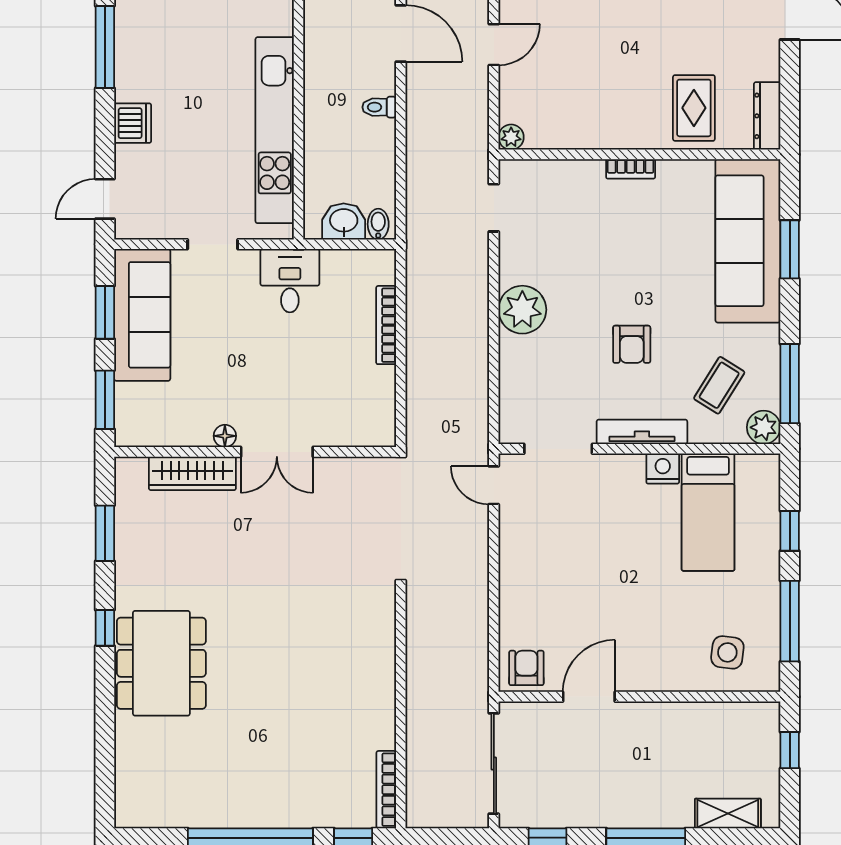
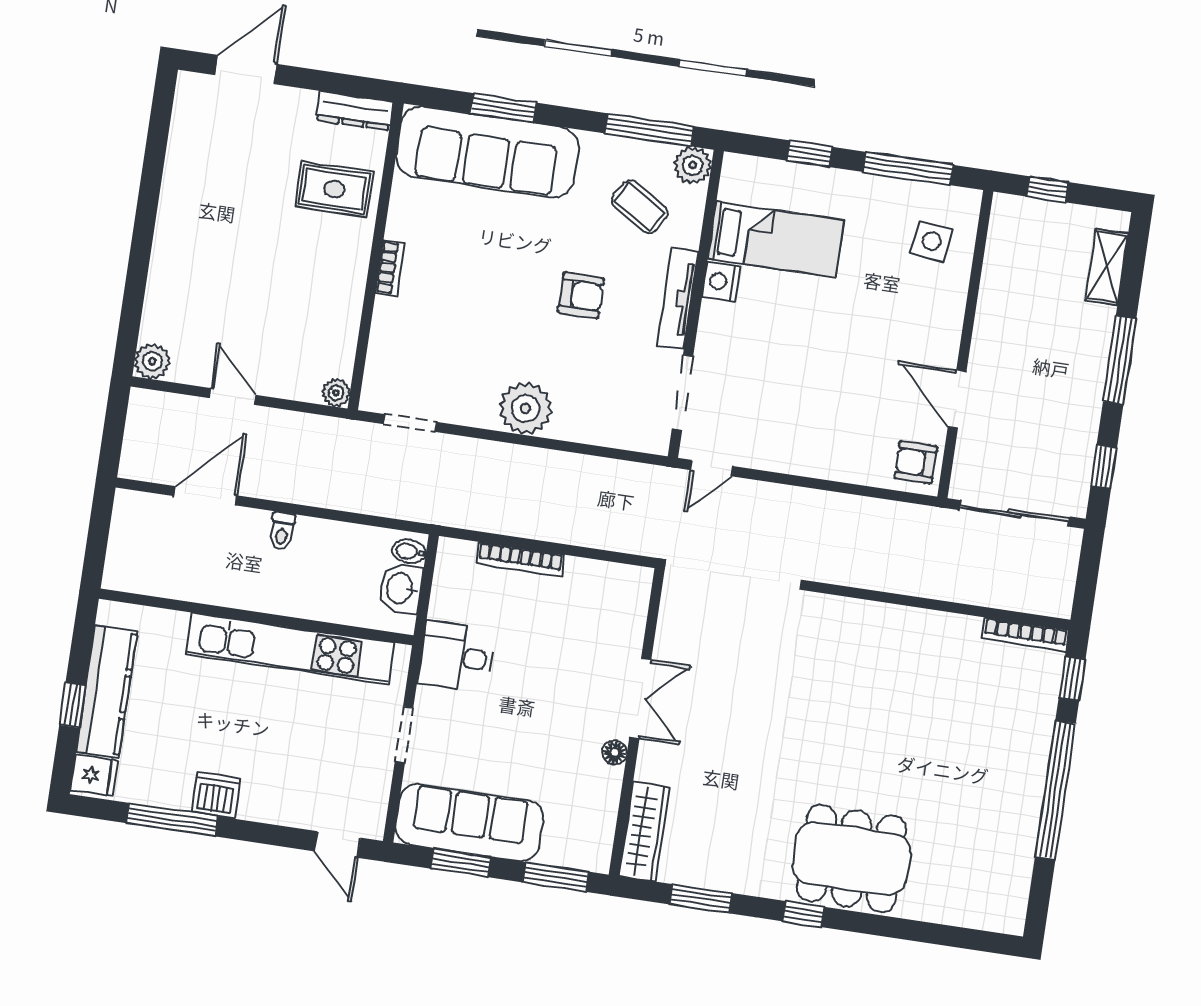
dishwasher: (133, 123) -> (216, 795), moved
wardrobe: (192, 473) -> (644, 832), moved

